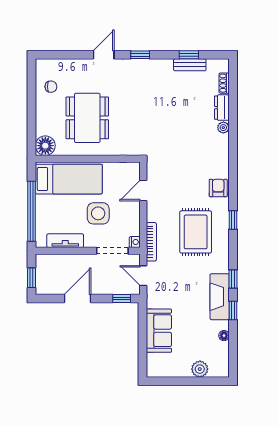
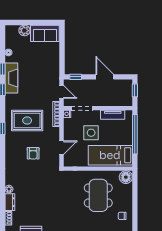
armchair: (218, 188) -> (33, 153), moved
rug: (196, 232) -> (27, 121), turned 90
door: (77, 298) -> (105, 77), swing flipped
sofa: (159, 331) -> (45, 33), moved, turned -90

